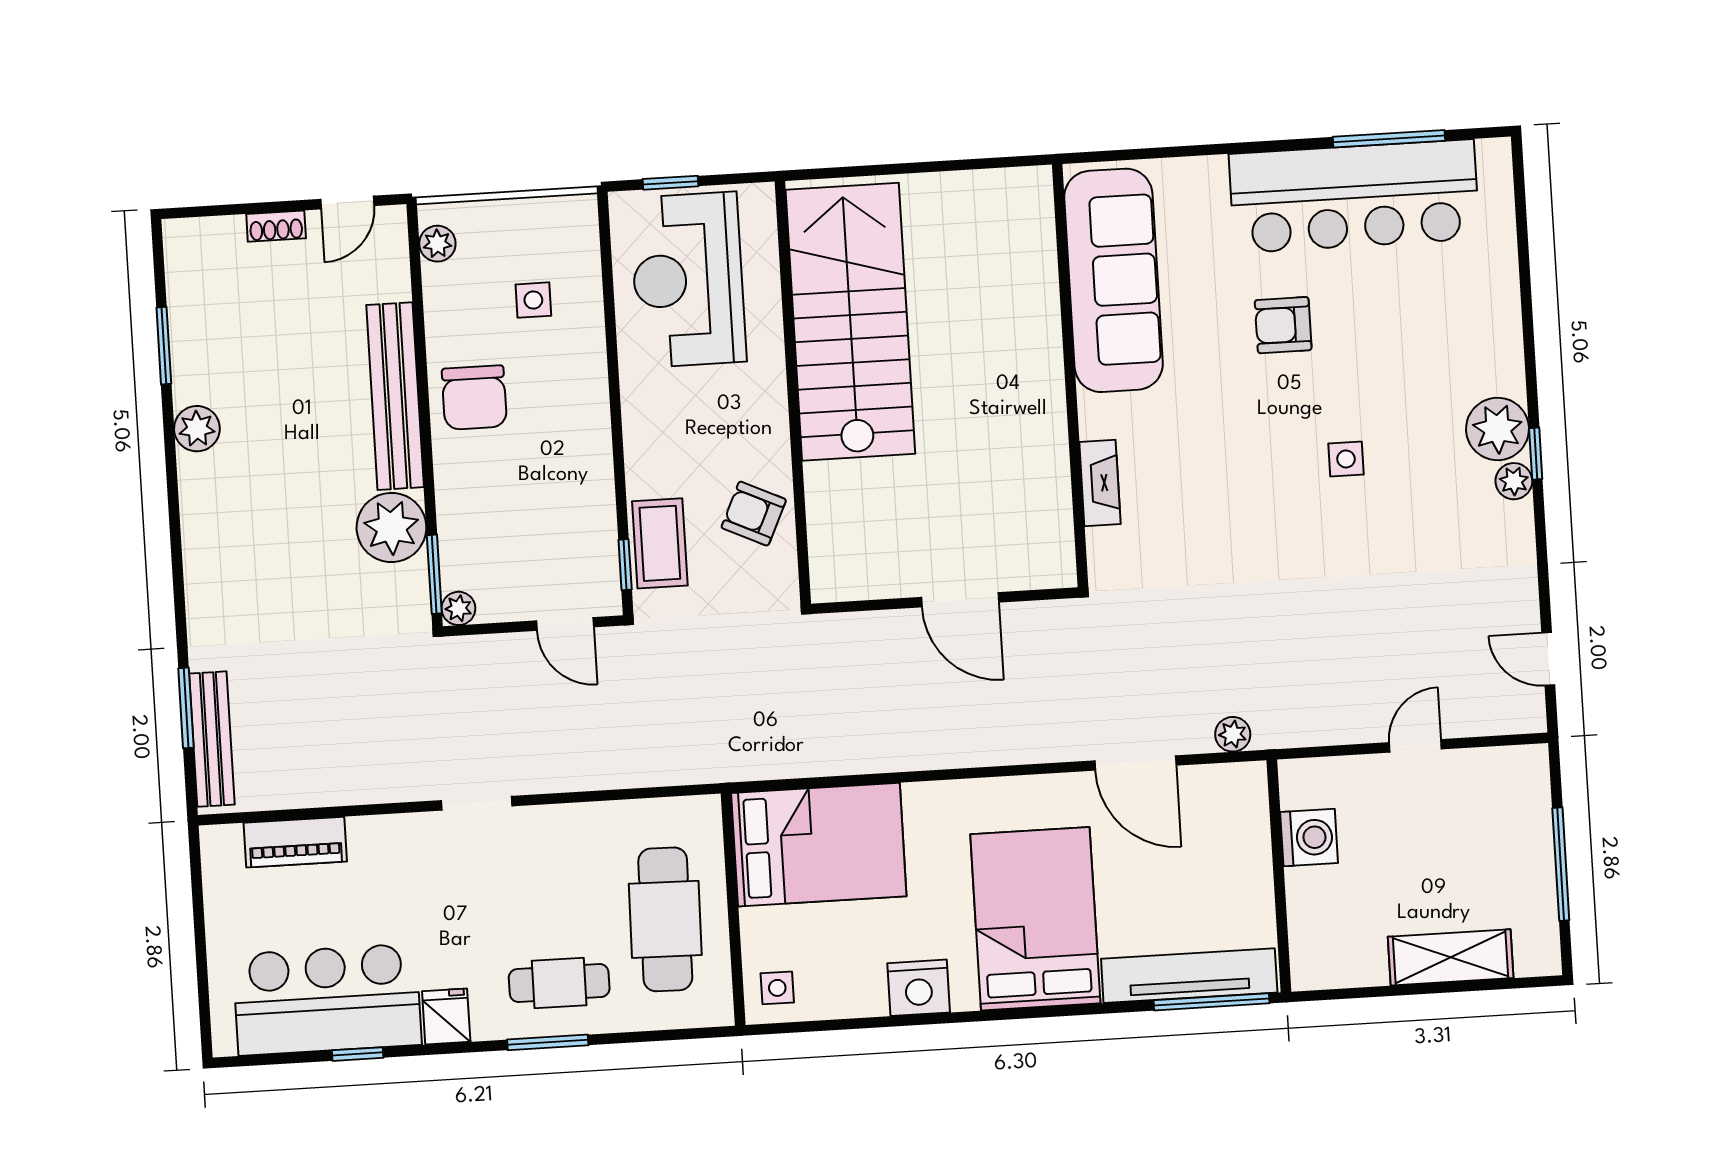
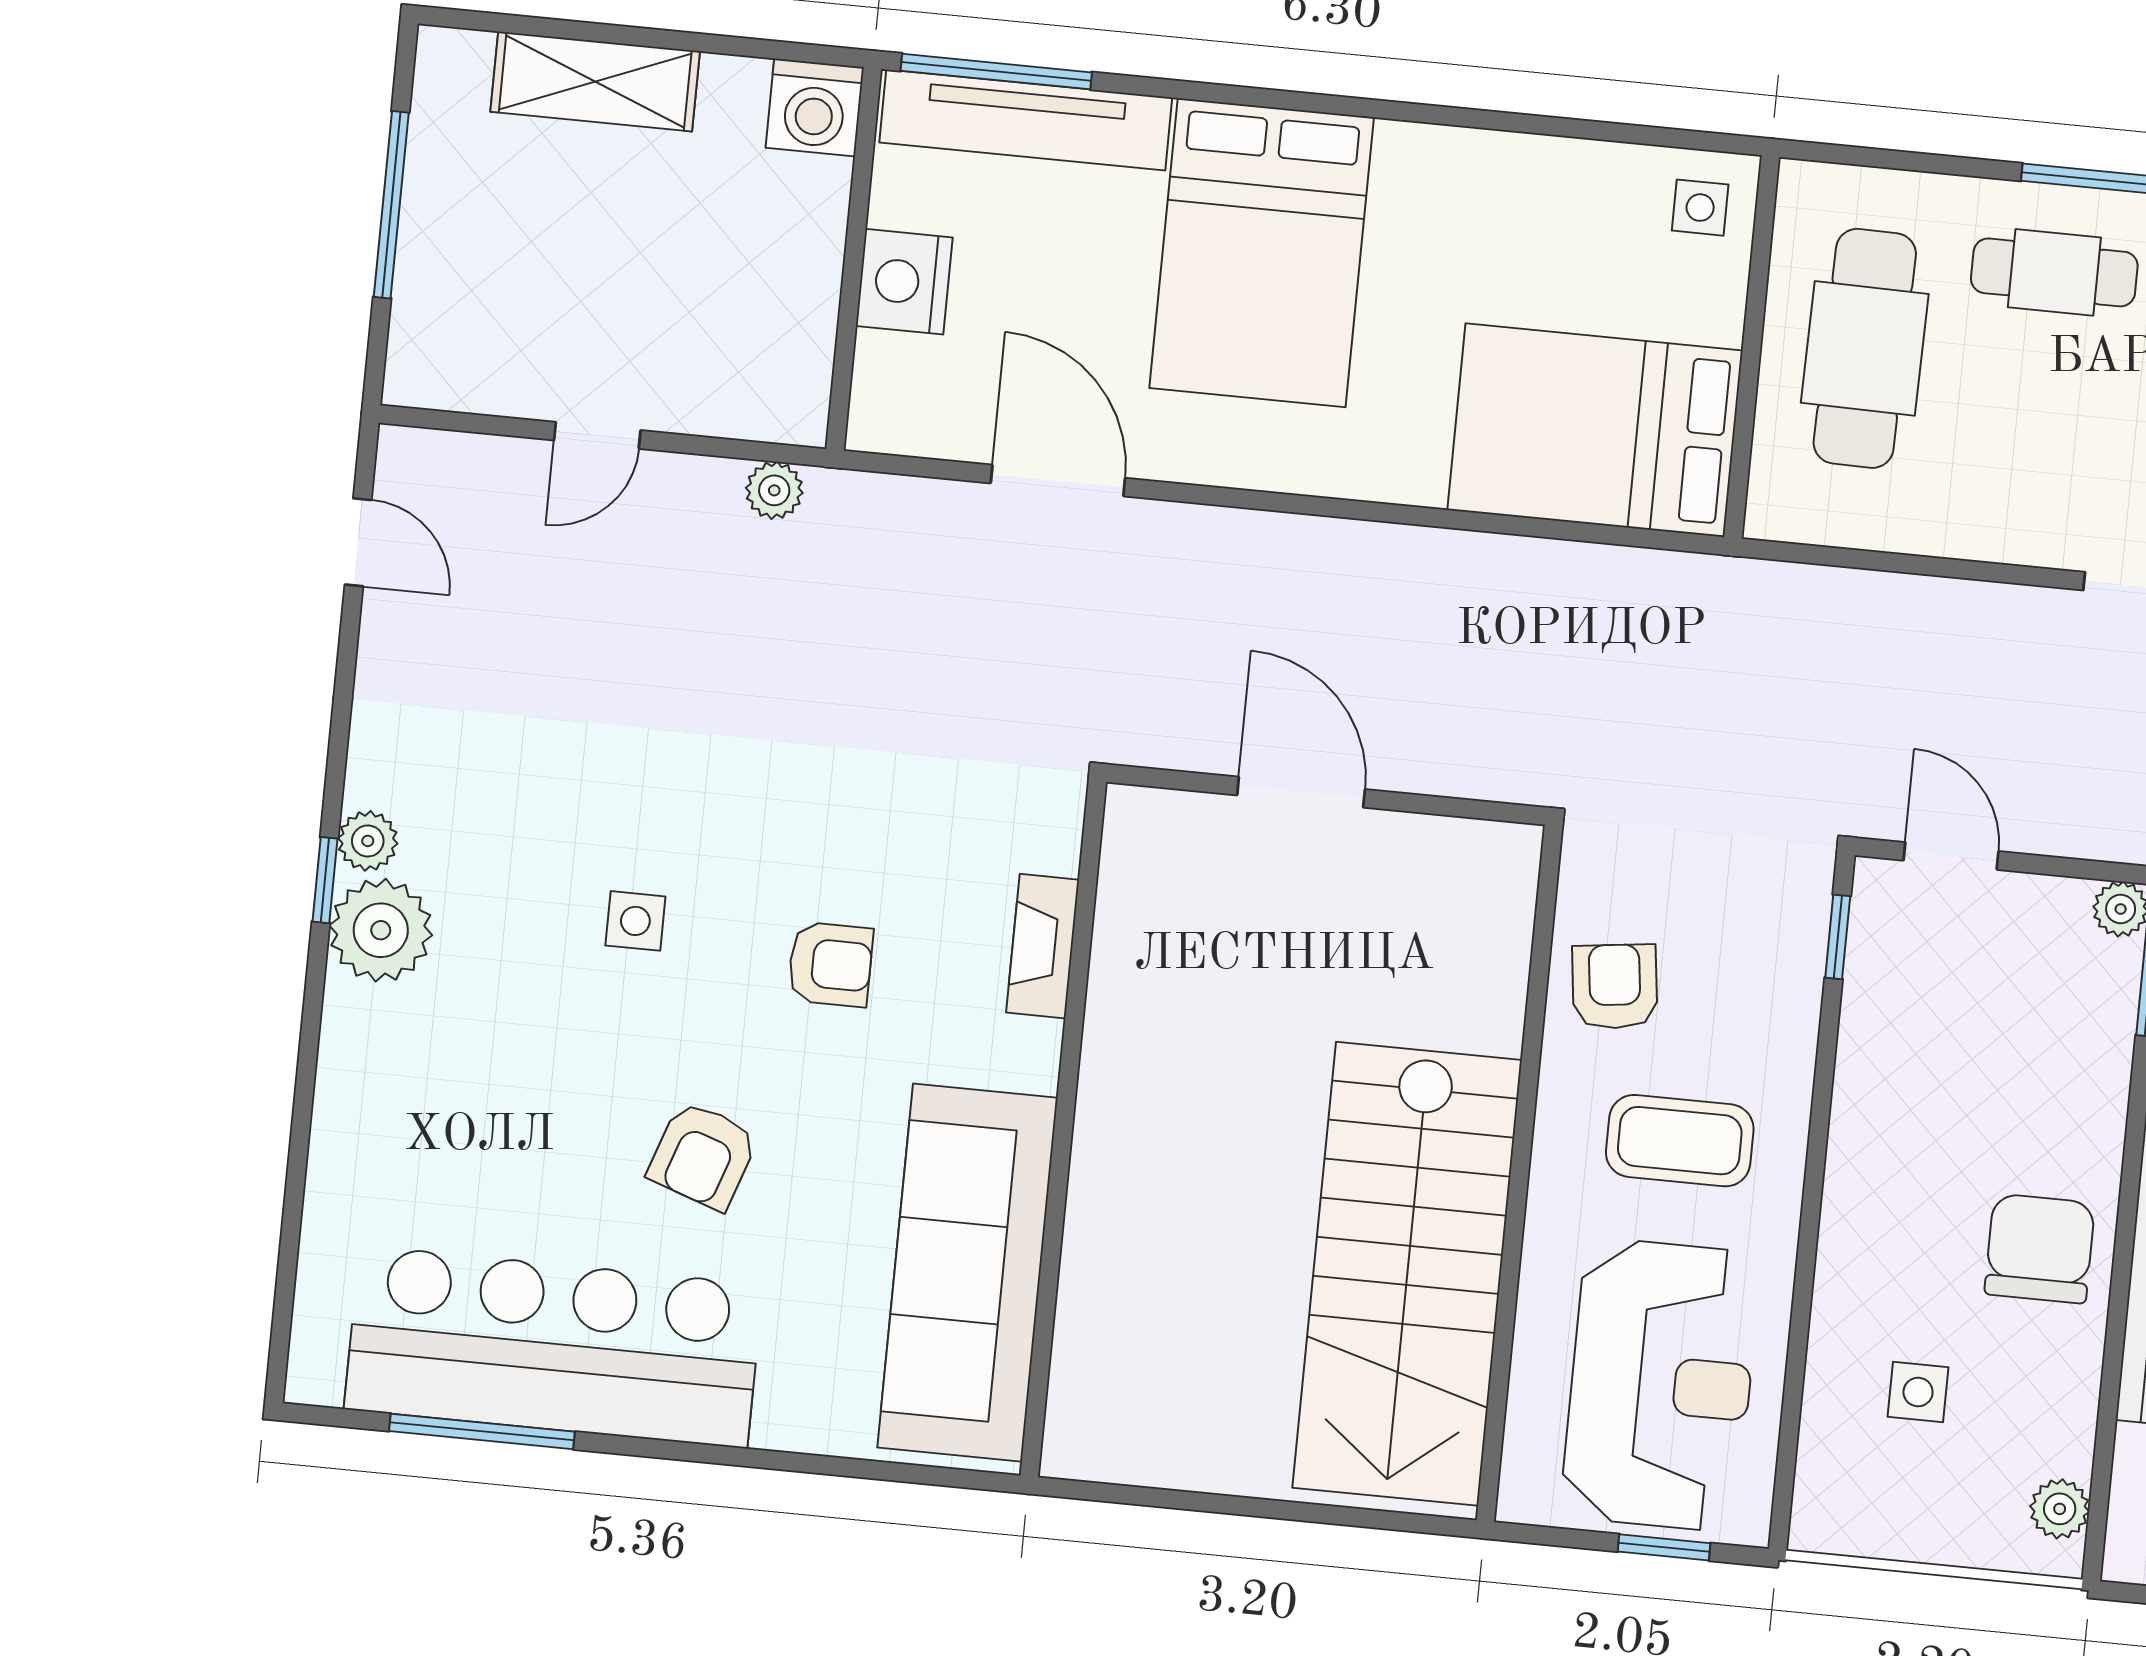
armchair: (1283, 325) -> (703, 1155), turned 109
armchair: (1225, 452) -> (830, 964), added
armchair: (754, 514) -> (1615, 986), turned -122
coffee table: (660, 543) -> (1680, 1141), moved, turned 90
plant: (1233, 734) -> (774, 490), moved
washing machine: (1309, 837) -> (815, 108), moved, turned -90
nightstand: (919, 988) -> (904, 282), moved, turned -90

